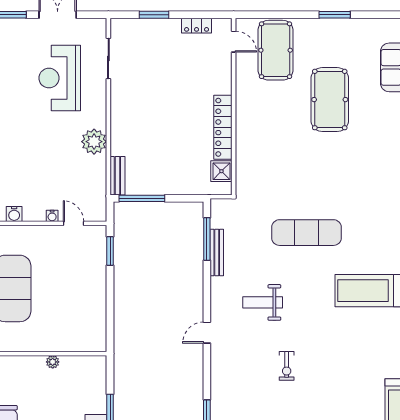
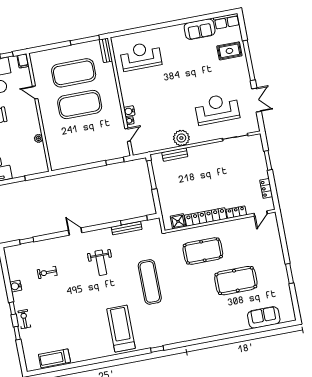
pool table: (276, 50) -> (203, 251), moved
locker: (224, 79) -> (236, 212), added
bench: (117, 176) -> (175, 155), moved
water cooler: (14, 214) -> (129, 111), moved
weight bench: (263, 302) -> (101, 263), turned 180
exercise bike: (287, 366) -> (47, 273), moved

